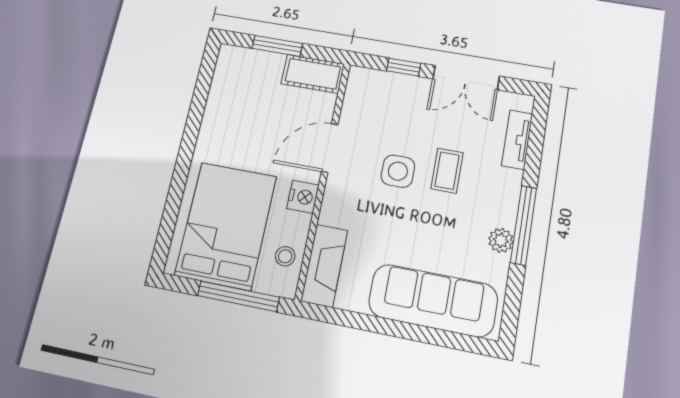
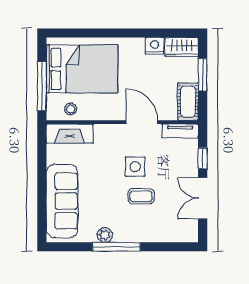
wardrobe: (229, 69) -> (182, 47), added
tv unit: (517, 140) -> (180, 131), moved, turned 180
nightstand: (303, 197) -> (155, 46), moved, turned 180

